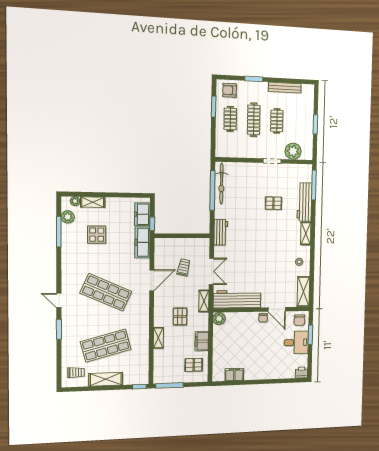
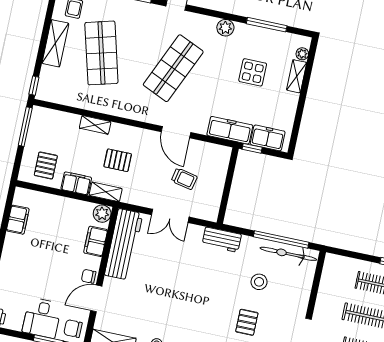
stool: (245, 200) -> (259, 282), added
plant: (68, 217) -> (225, 28), moved
shelving: (204, 301) -> (106, 192), moved
filing cabinet: (239, 319) -> (96, 241), added

